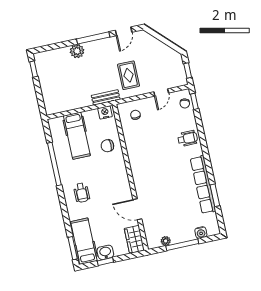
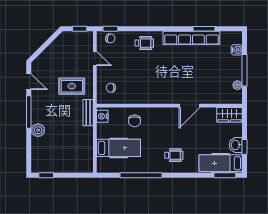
wheelchair: (188, 138) -> (144, 43), turned 90
door: (137, 209) -> (190, 106), moved

